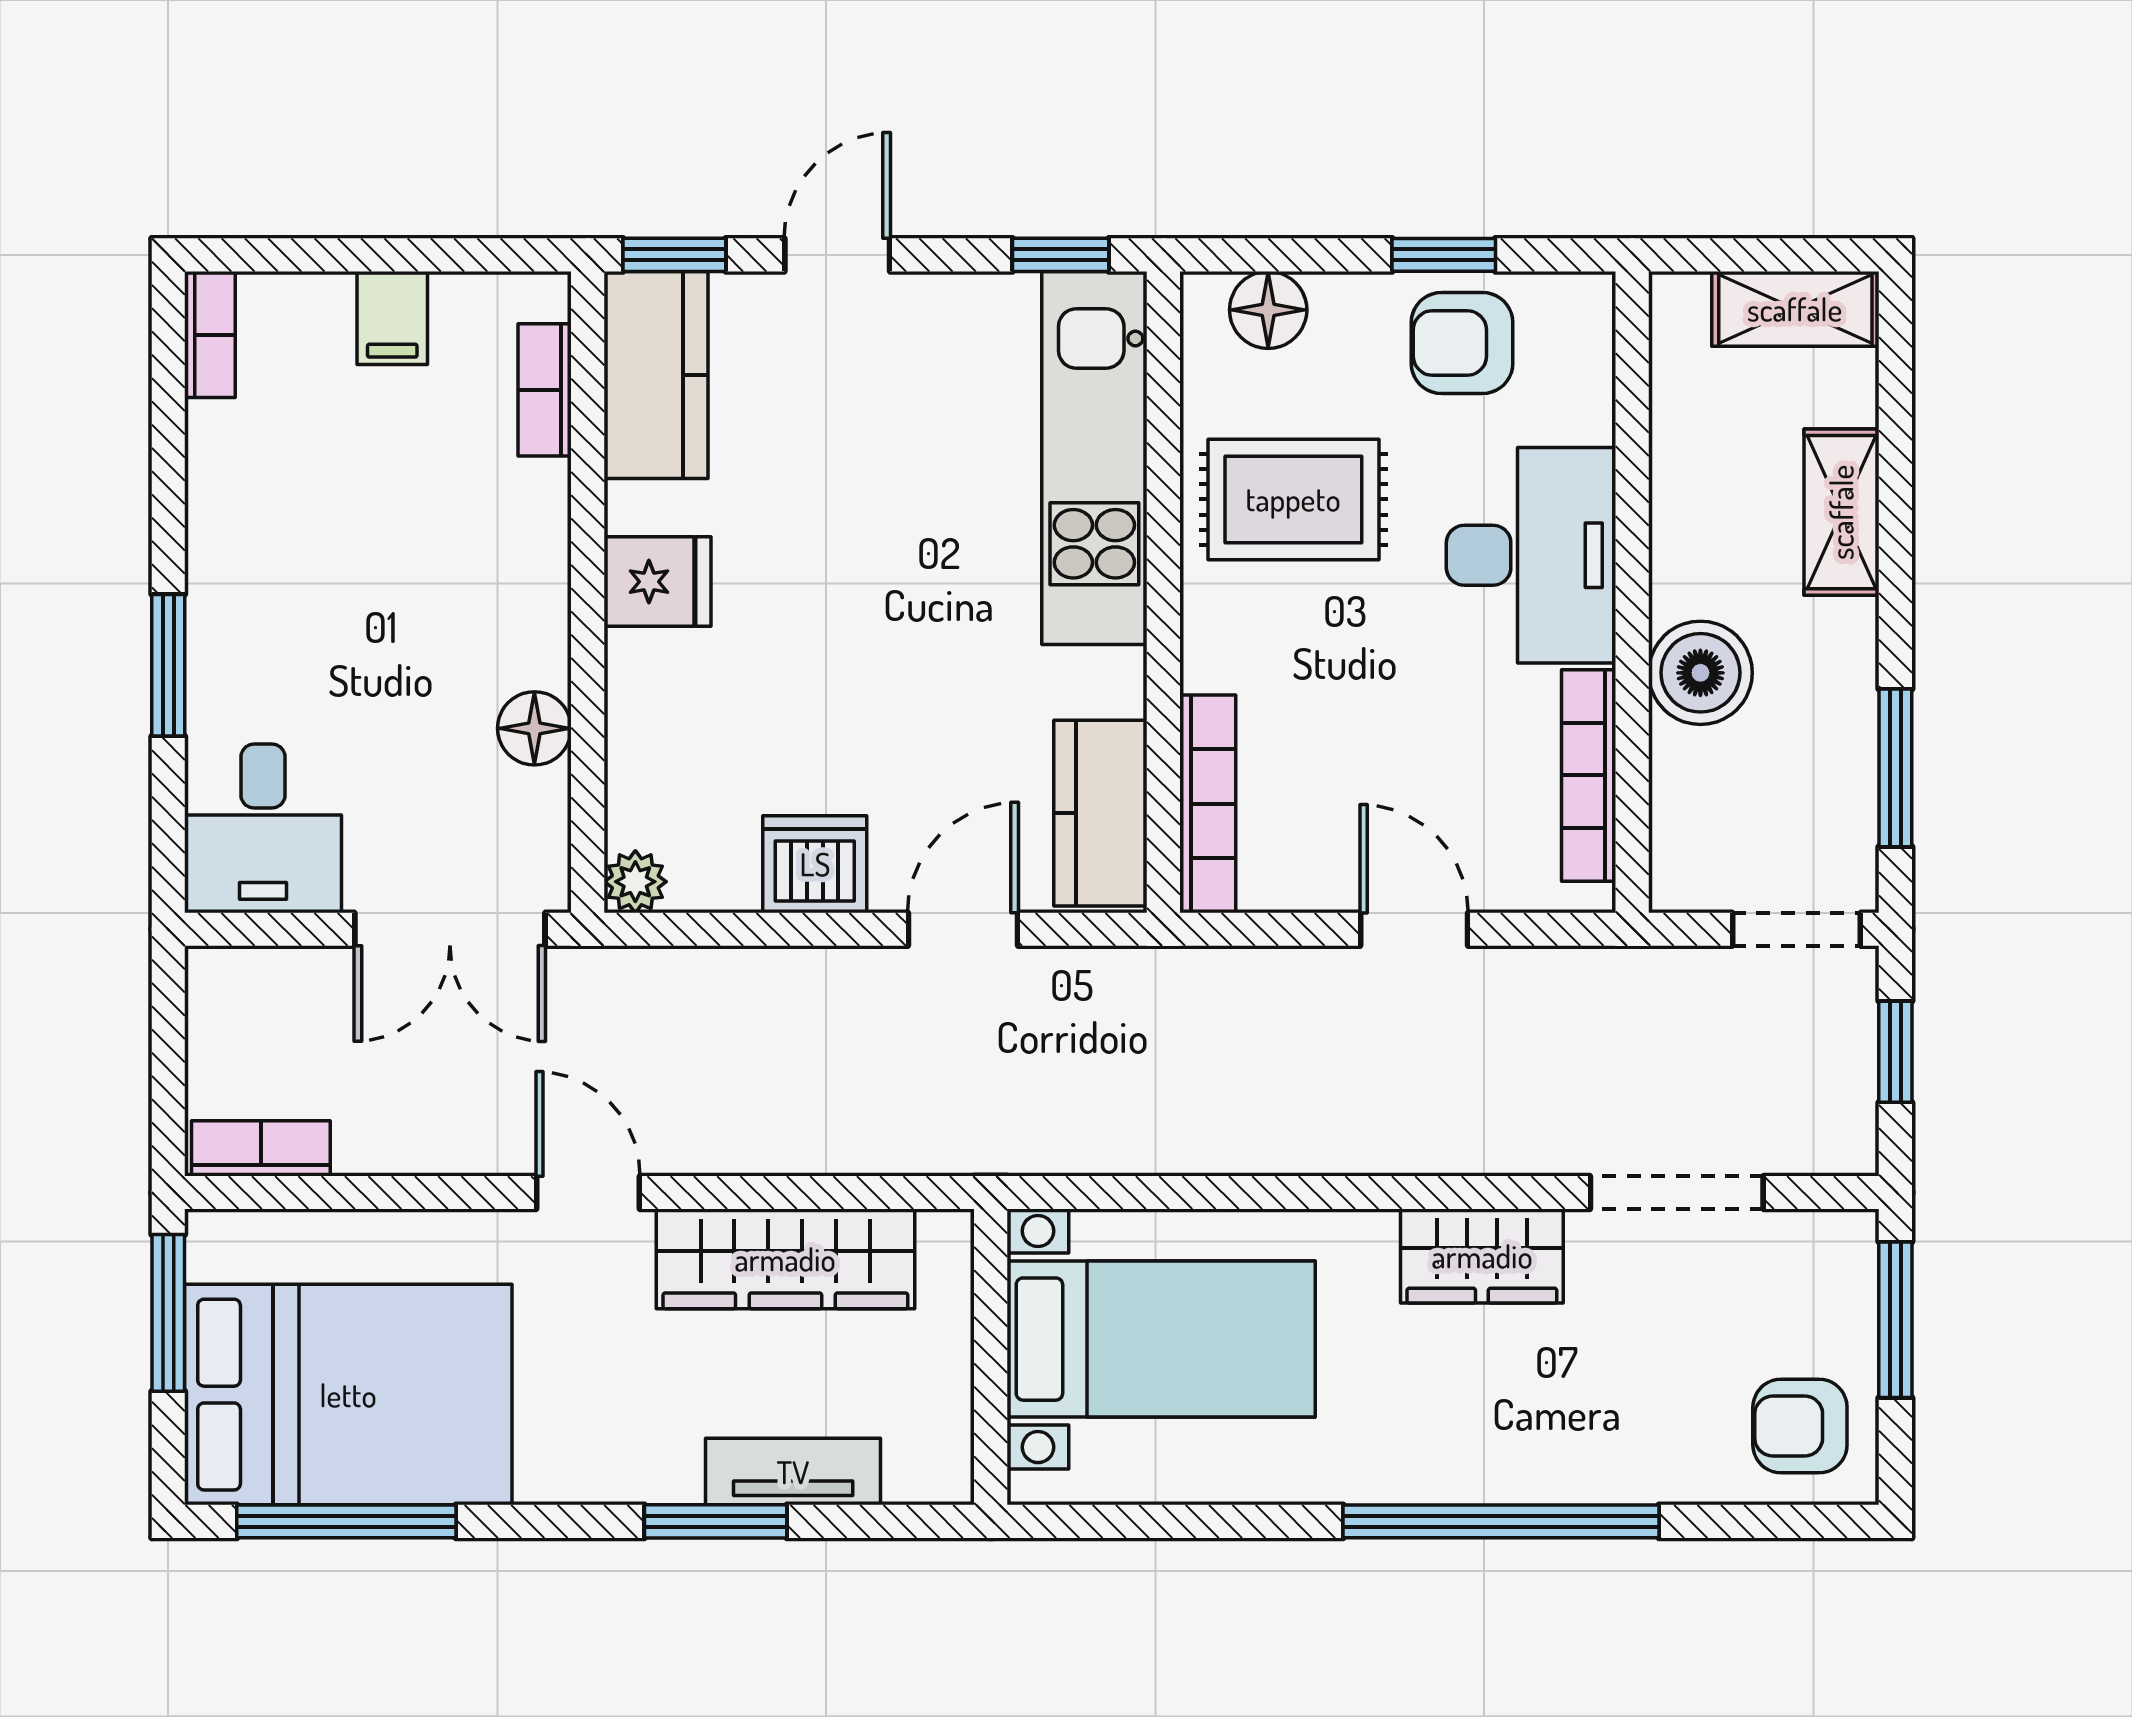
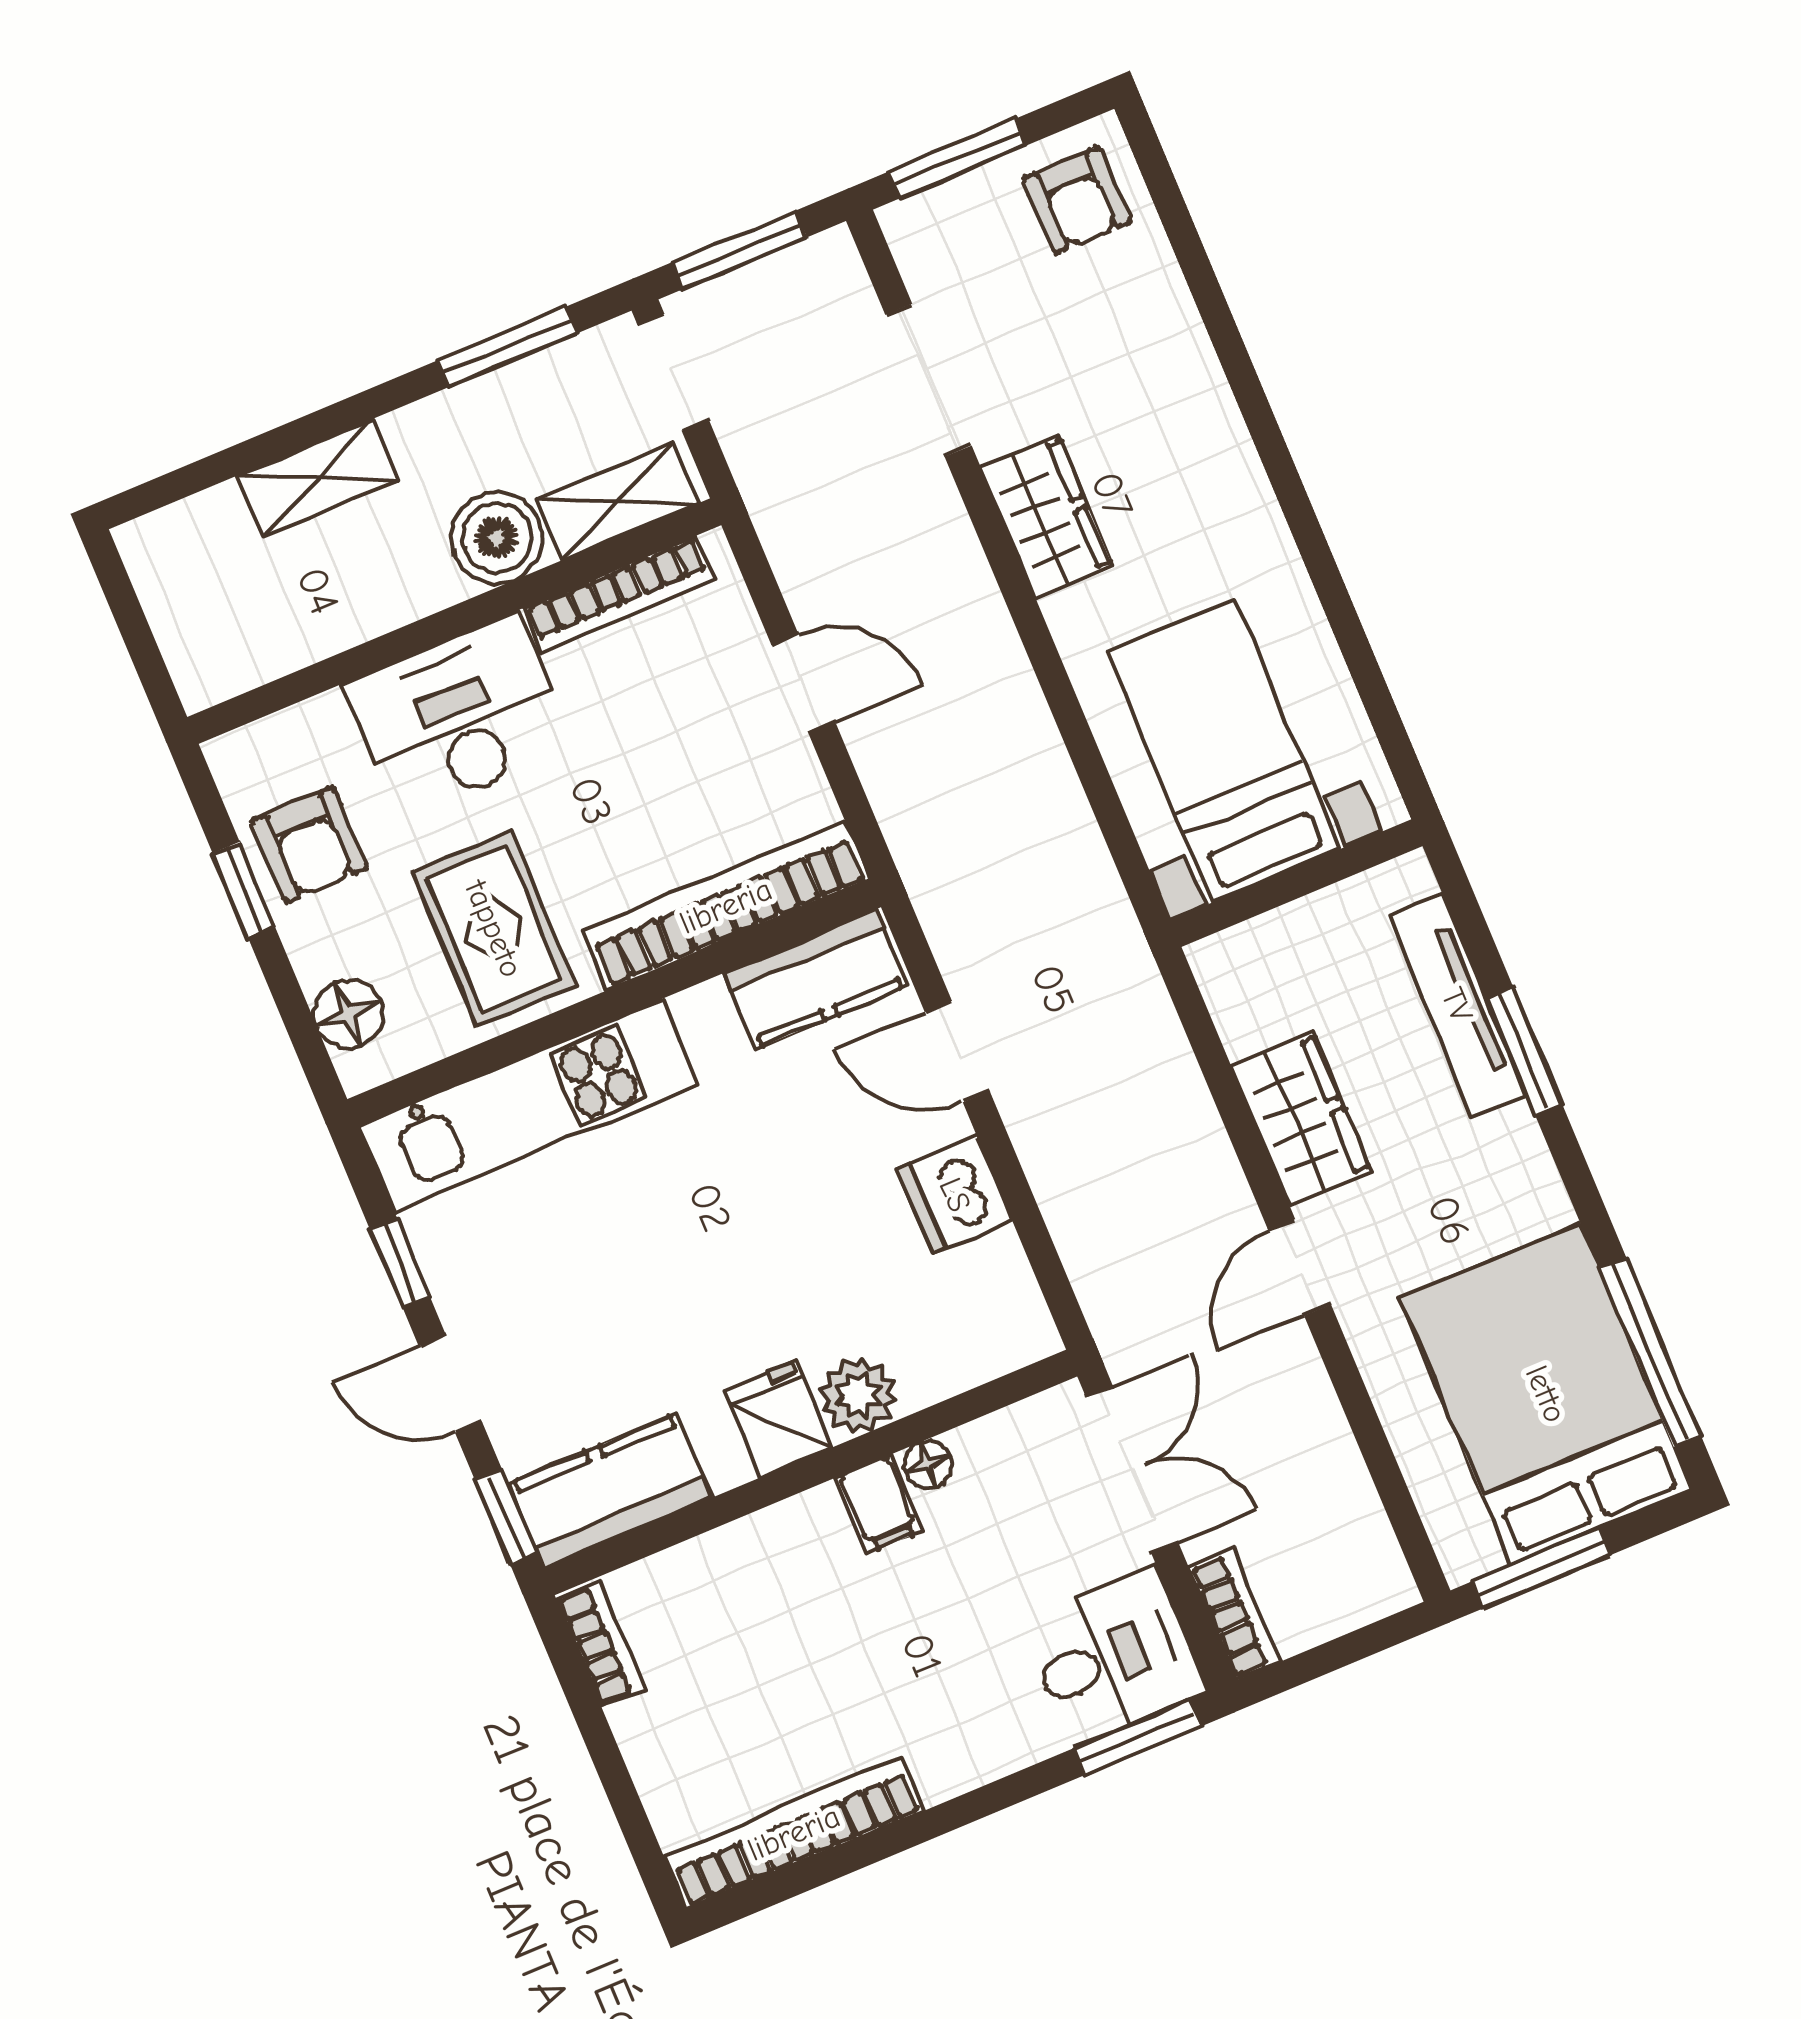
window: (1061, 255) -> (400, 1264), moved
shelving: (1795, 309) -> (617, 501), moved, turned 90
filing cabinet: (392, 318) -> (879, 1504), moved, turned 90
bookcase: (210, 335) -> (794, 1833), width x2.31, depth x1.31
bookcase: (545, 390) -> (600, 1644), moved, turned -90
window: (168, 665) -> (1137, 1737), moved
floor lamp: (534, 728) -> (928, 1465), width x0.73, depth x0.73
bookcase: (1208, 804) -> (726, 906), width x1.48, depth x1.31
plant: (635, 882) -> (858, 1396), moved, width x1.38, depth x1.38
door: (1414, 929) -> (803, 684), swing flipped
window: (1895, 1052) -> (739, 250), width x1.50
bookcase: (261, 1148) -> (1235, 1614), moved, turned 180
wardrobe: (785, 1259) -> (1301, 1119), width x0.67
tv unit: (793, 1472) -> (1457, 1005), width x1.41
window: (1501, 1521) -> (1256, 411), removed

